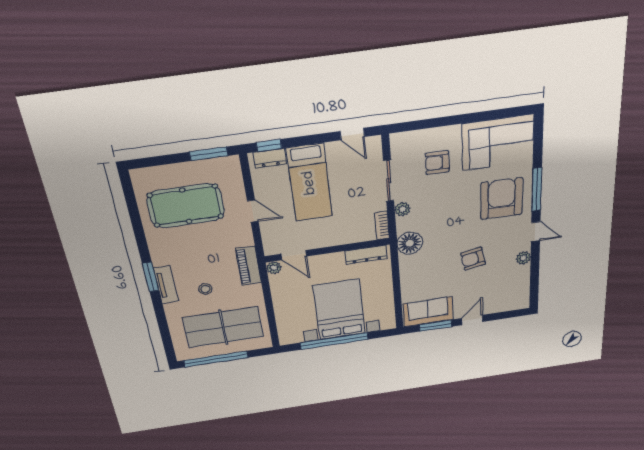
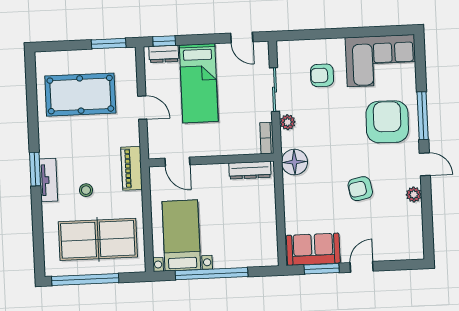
plant: (274, 268) -> (156, 174), removed
bed with nightstands: (339, 310) -> (181, 235), moved, width x0.73

